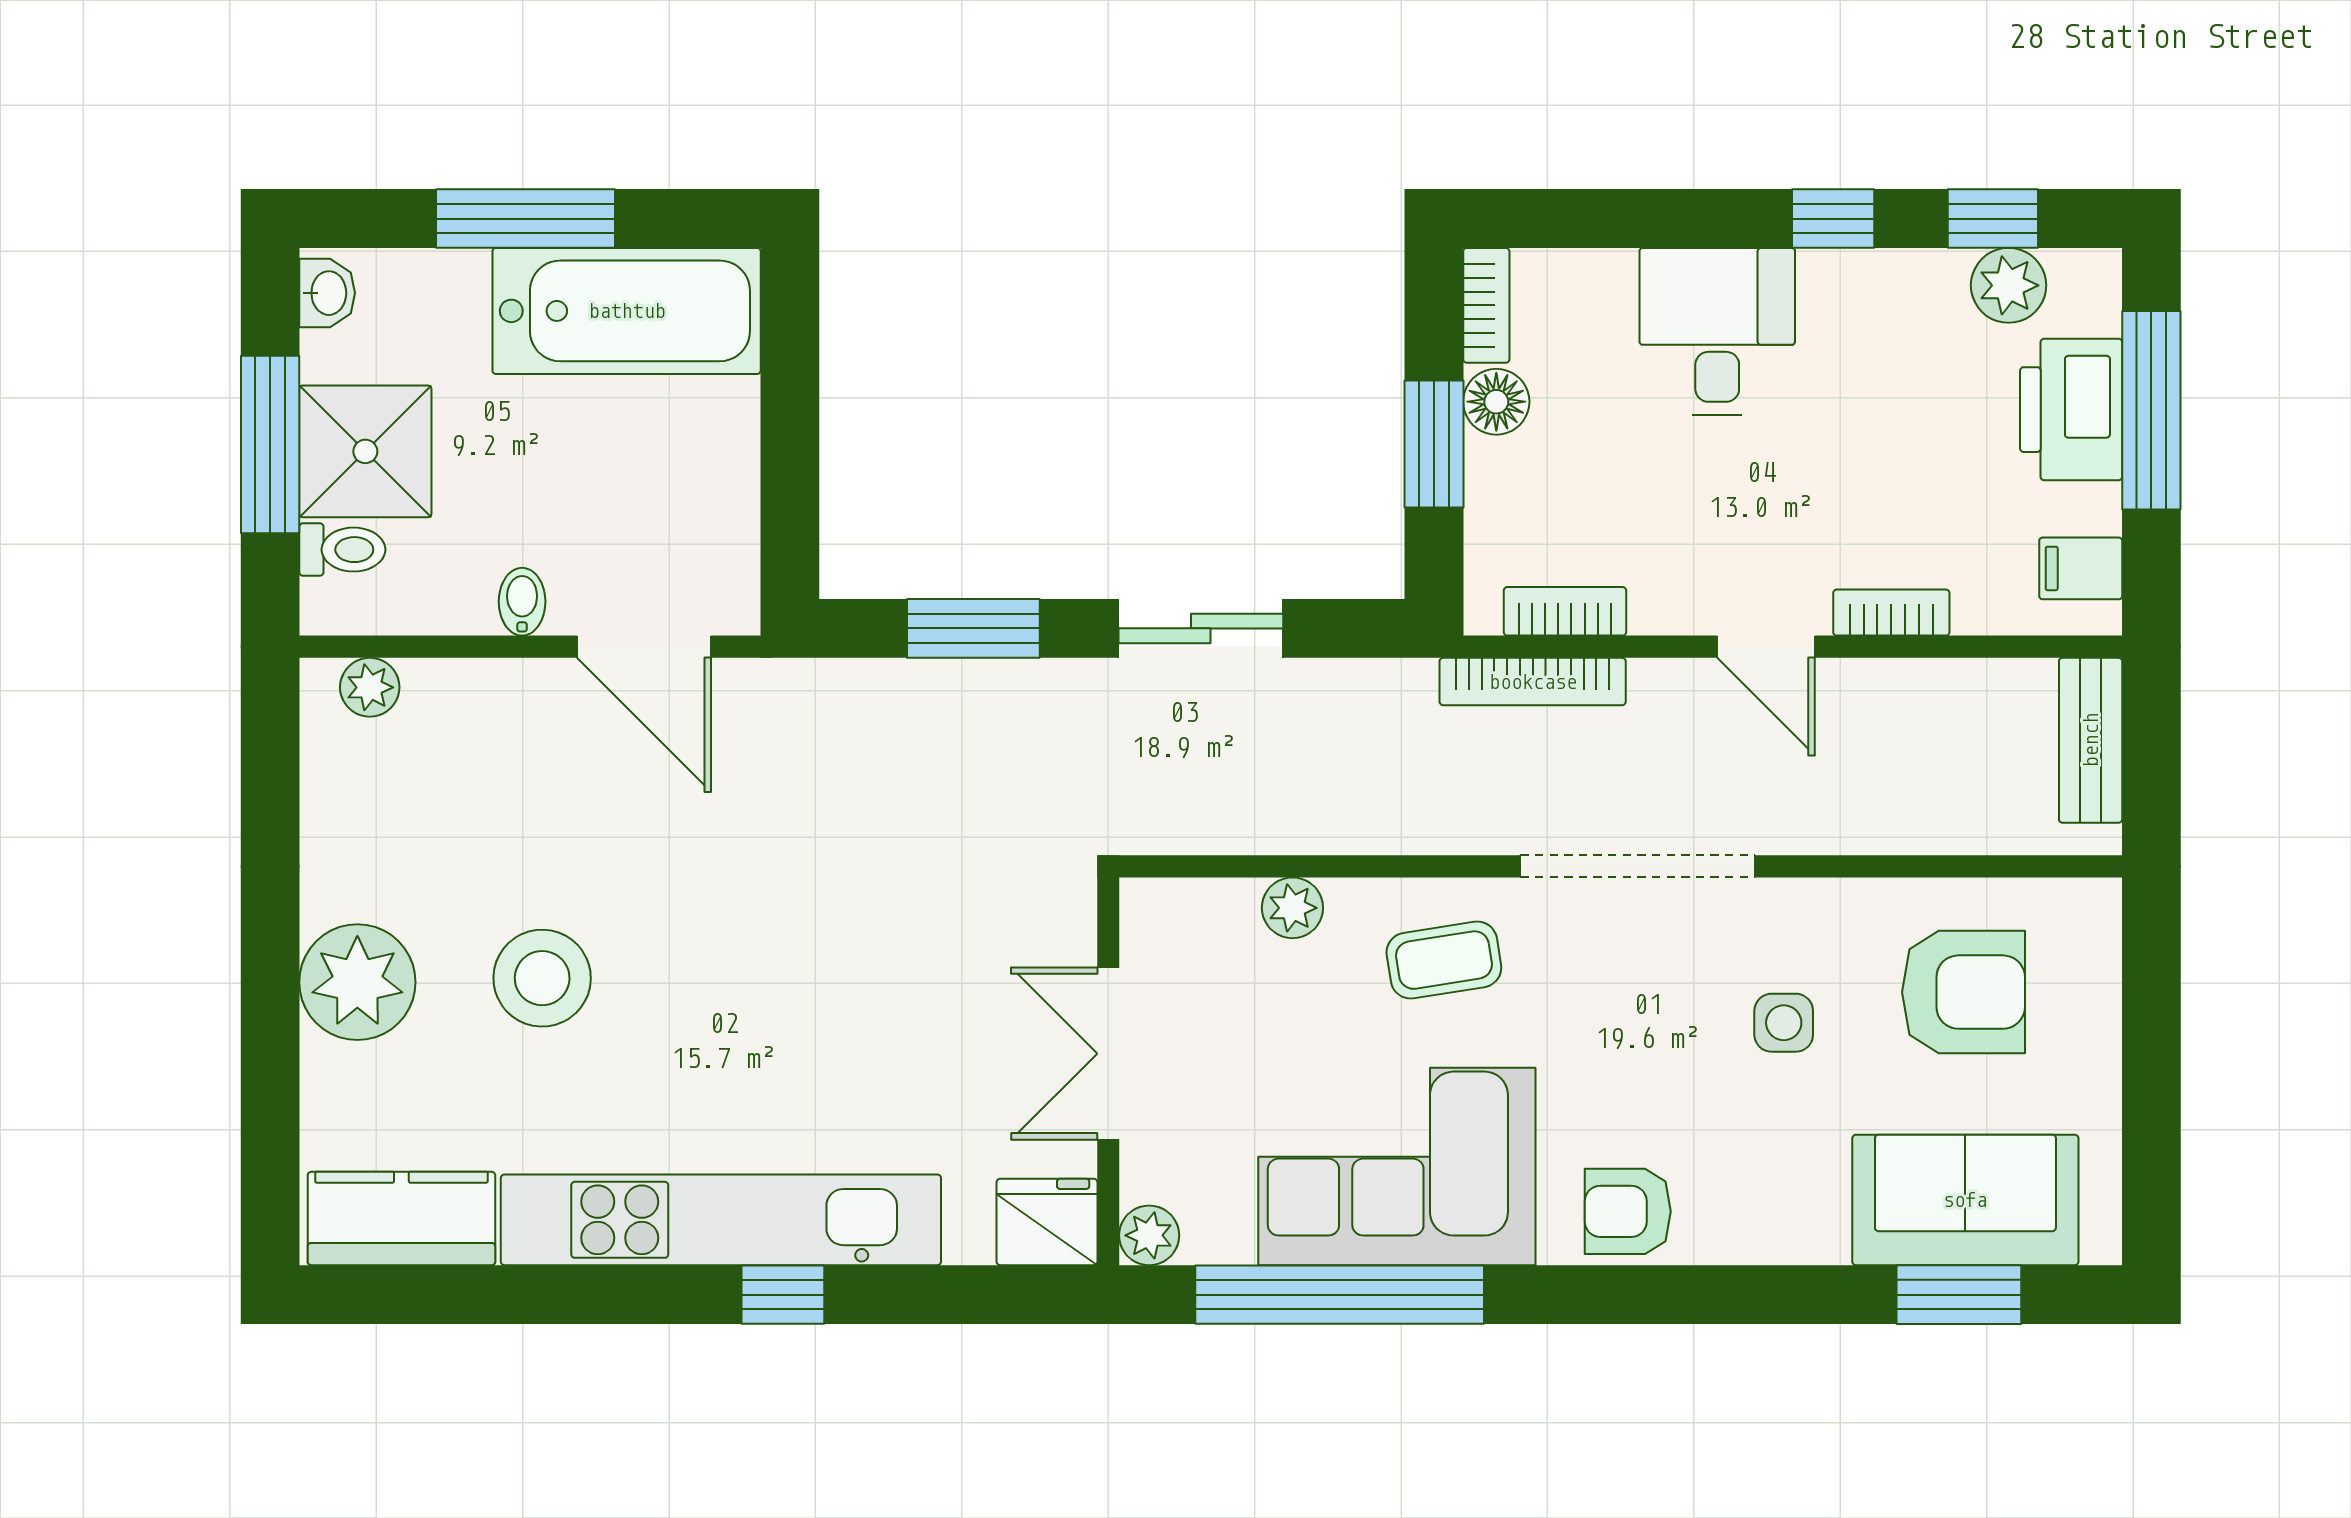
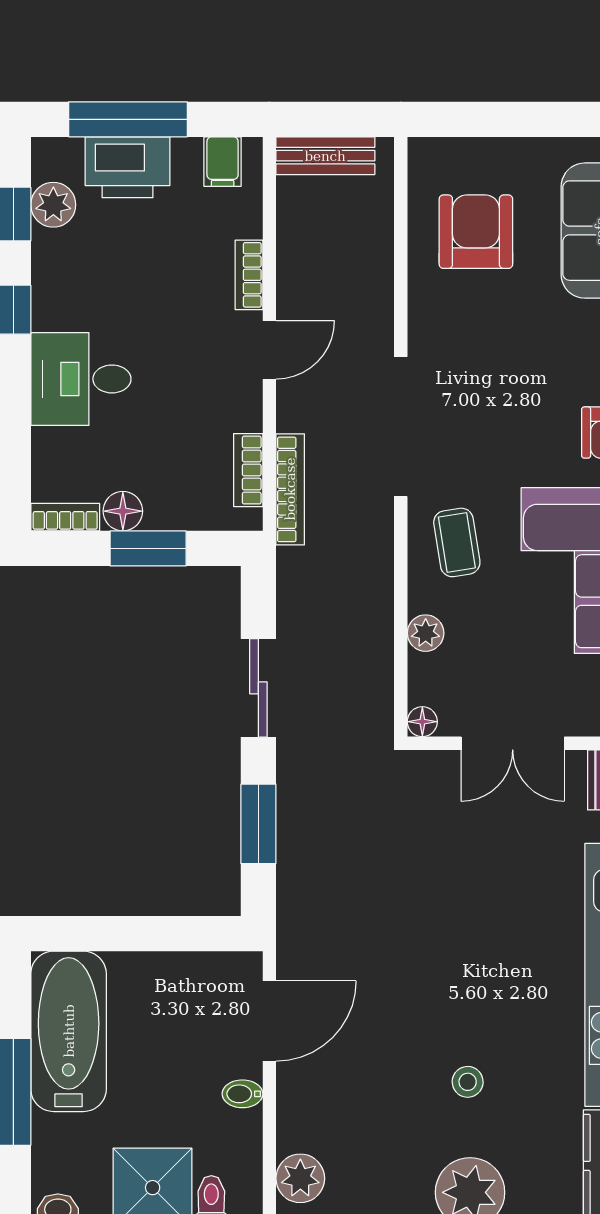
plant: (370, 687) -> (300, 1178), width x1.38, depth x1.38
floor lamp: (1144, 902) -> (422, 722), added
stool: (542, 978) -> (468, 1082), width x0.53, depth x0.53
side table: (1784, 1023) -> (494, 339), removed

